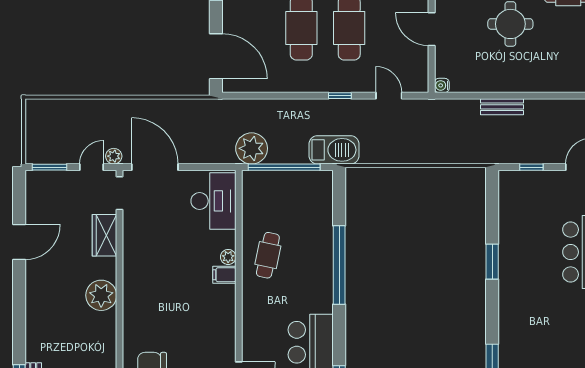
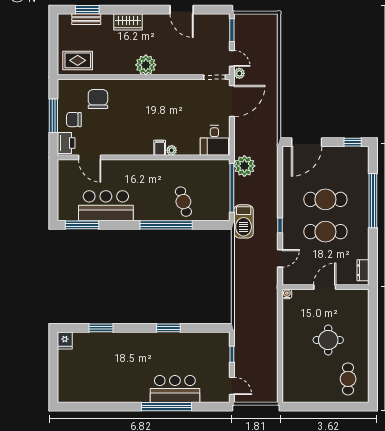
bench: (502, 107) -> (273, 334), removed
desk: (213, 201) -> (214, 140), width x0.73
wardrobe: (104, 235) -> (128, 22), moved, turned 180
cafe table: (268, 255) -> (183, 202), moved, turned 62

